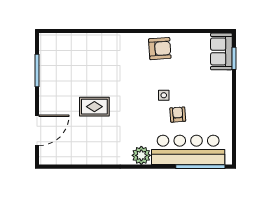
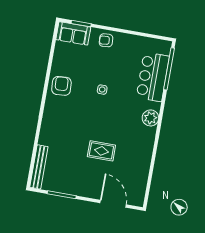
bench: (64, 39) -> (39, 167), added
rug: (94, 107) -> (101, 151), turned 90
armchair: (178, 115) -> (106, 40), moved
bar counter: (188, 150) -> (153, 77), width x0.73

